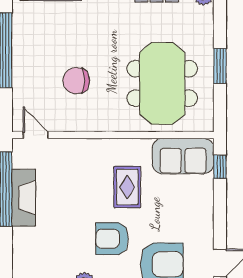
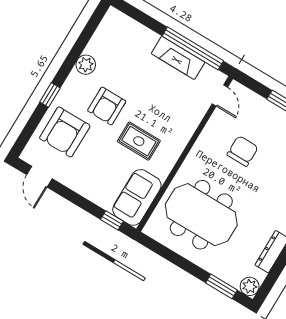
window: (220, 66) -> (221, 286), moved
door: (36, 135) -> (220, 95), hinge flipped
armchair: (112, 239) -> (107, 106), turned 180

